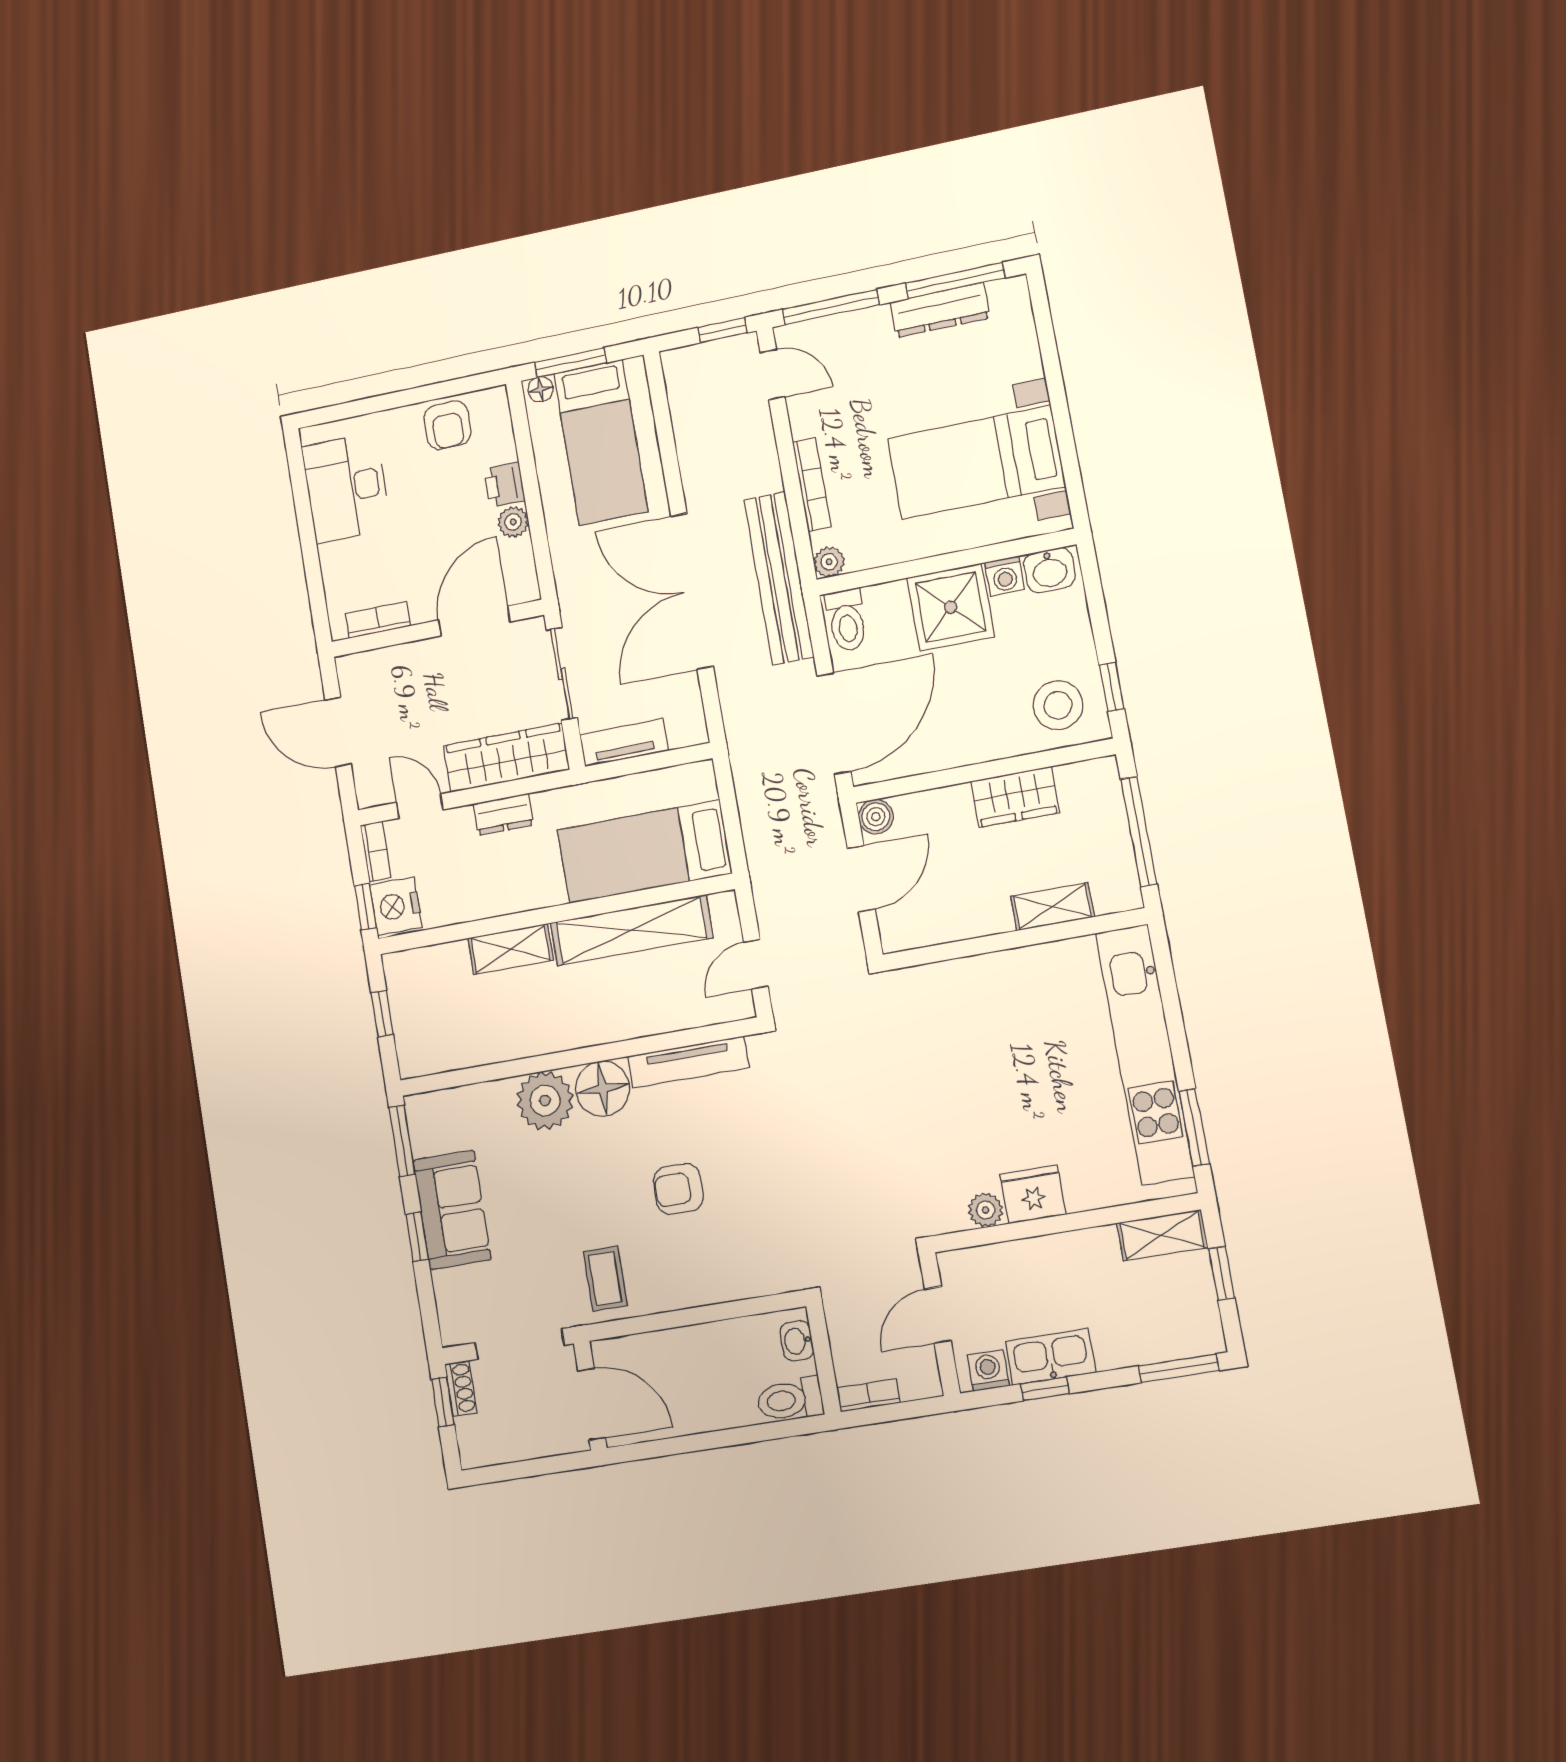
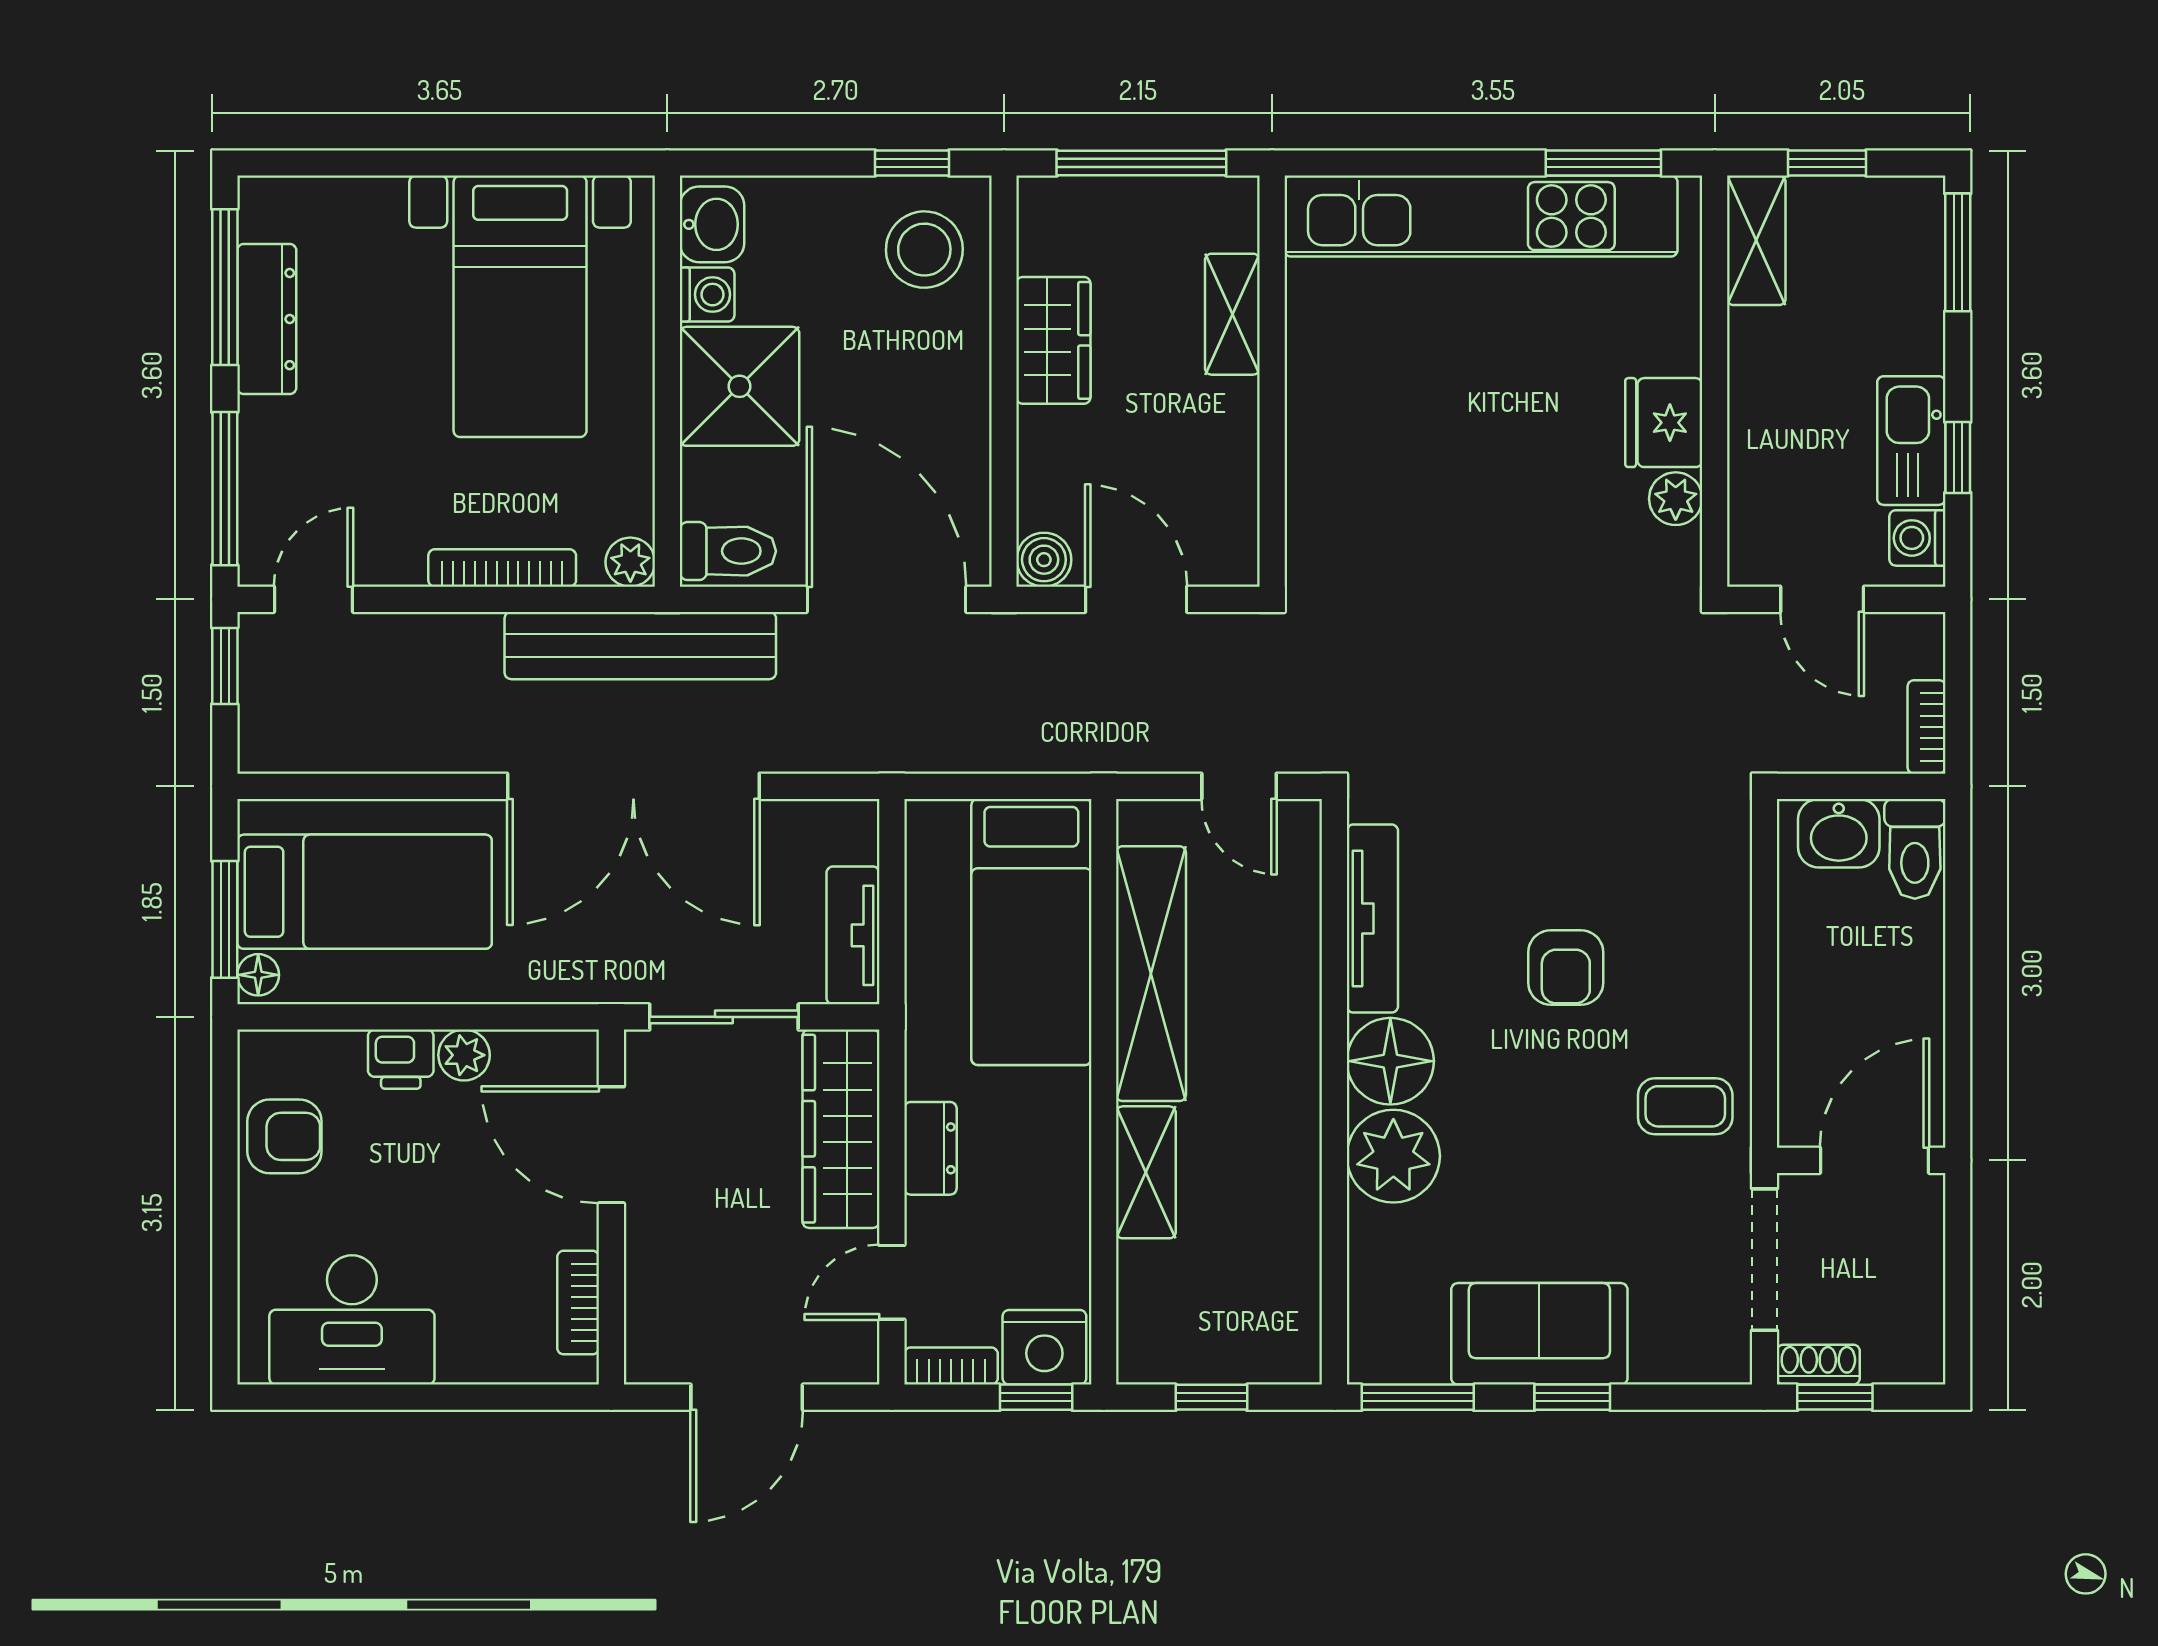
washbasin: (797, 1341) -> (1839, 833), width x1.38, depth x1.45

